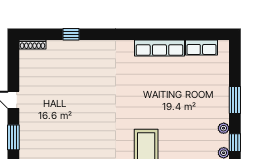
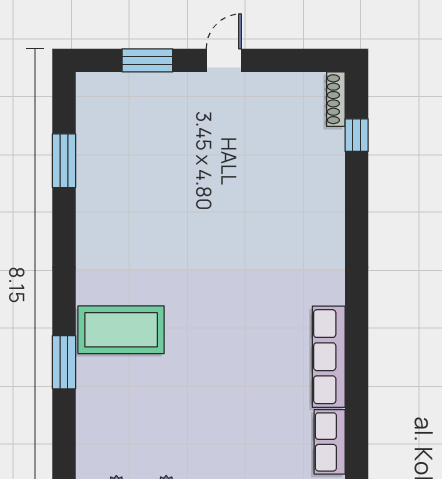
window: (71, 34) -> (357, 135), moved

